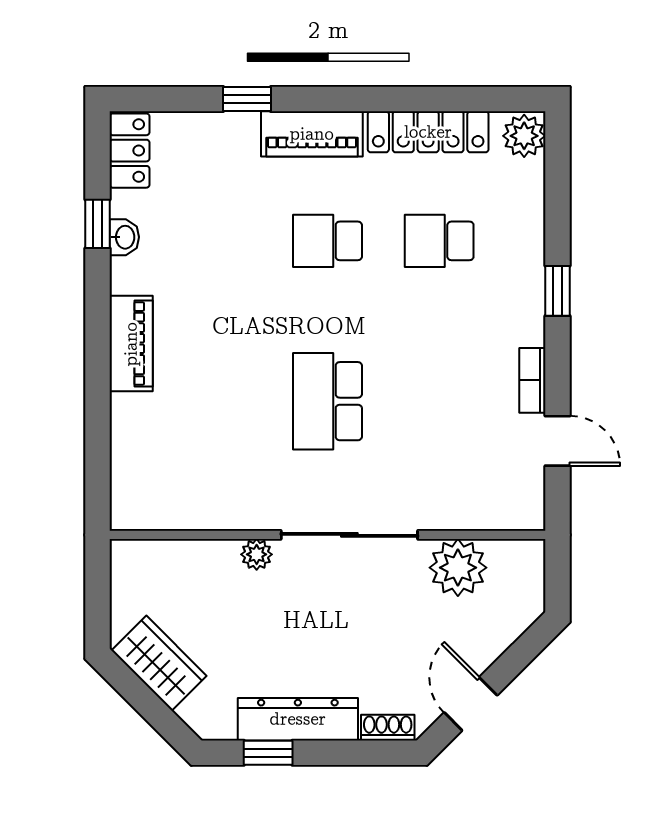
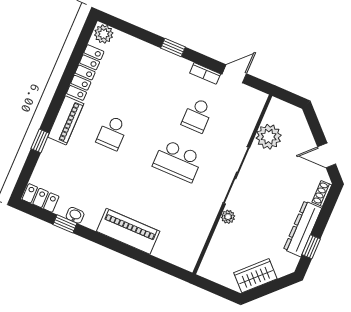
school desk: (439, 241) -> (197, 115), moved
piano: (131, 344) -> (128, 231), width x1.37, depth x1.33

